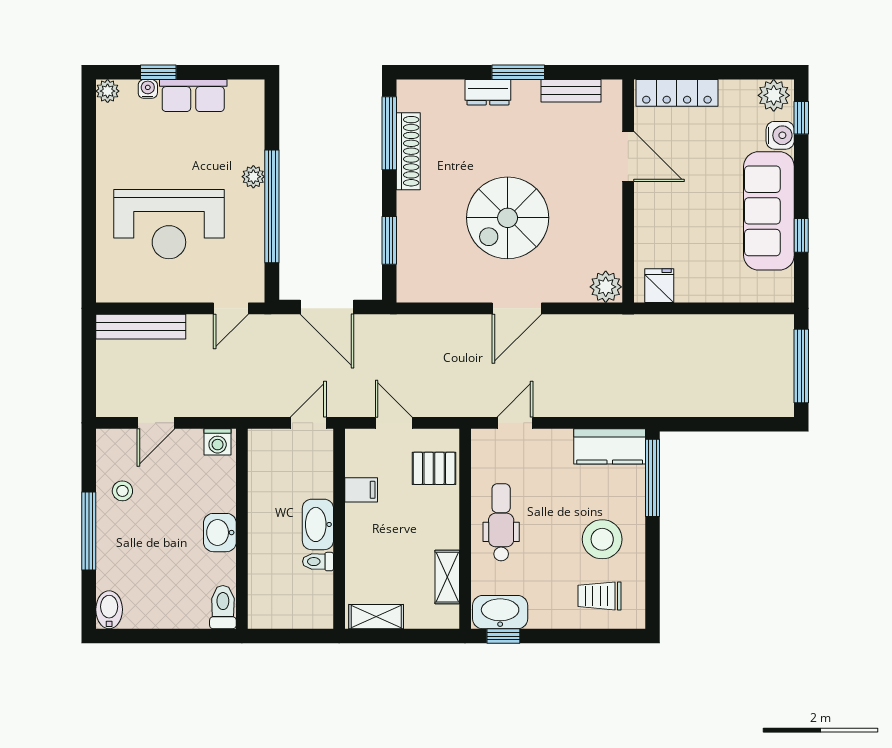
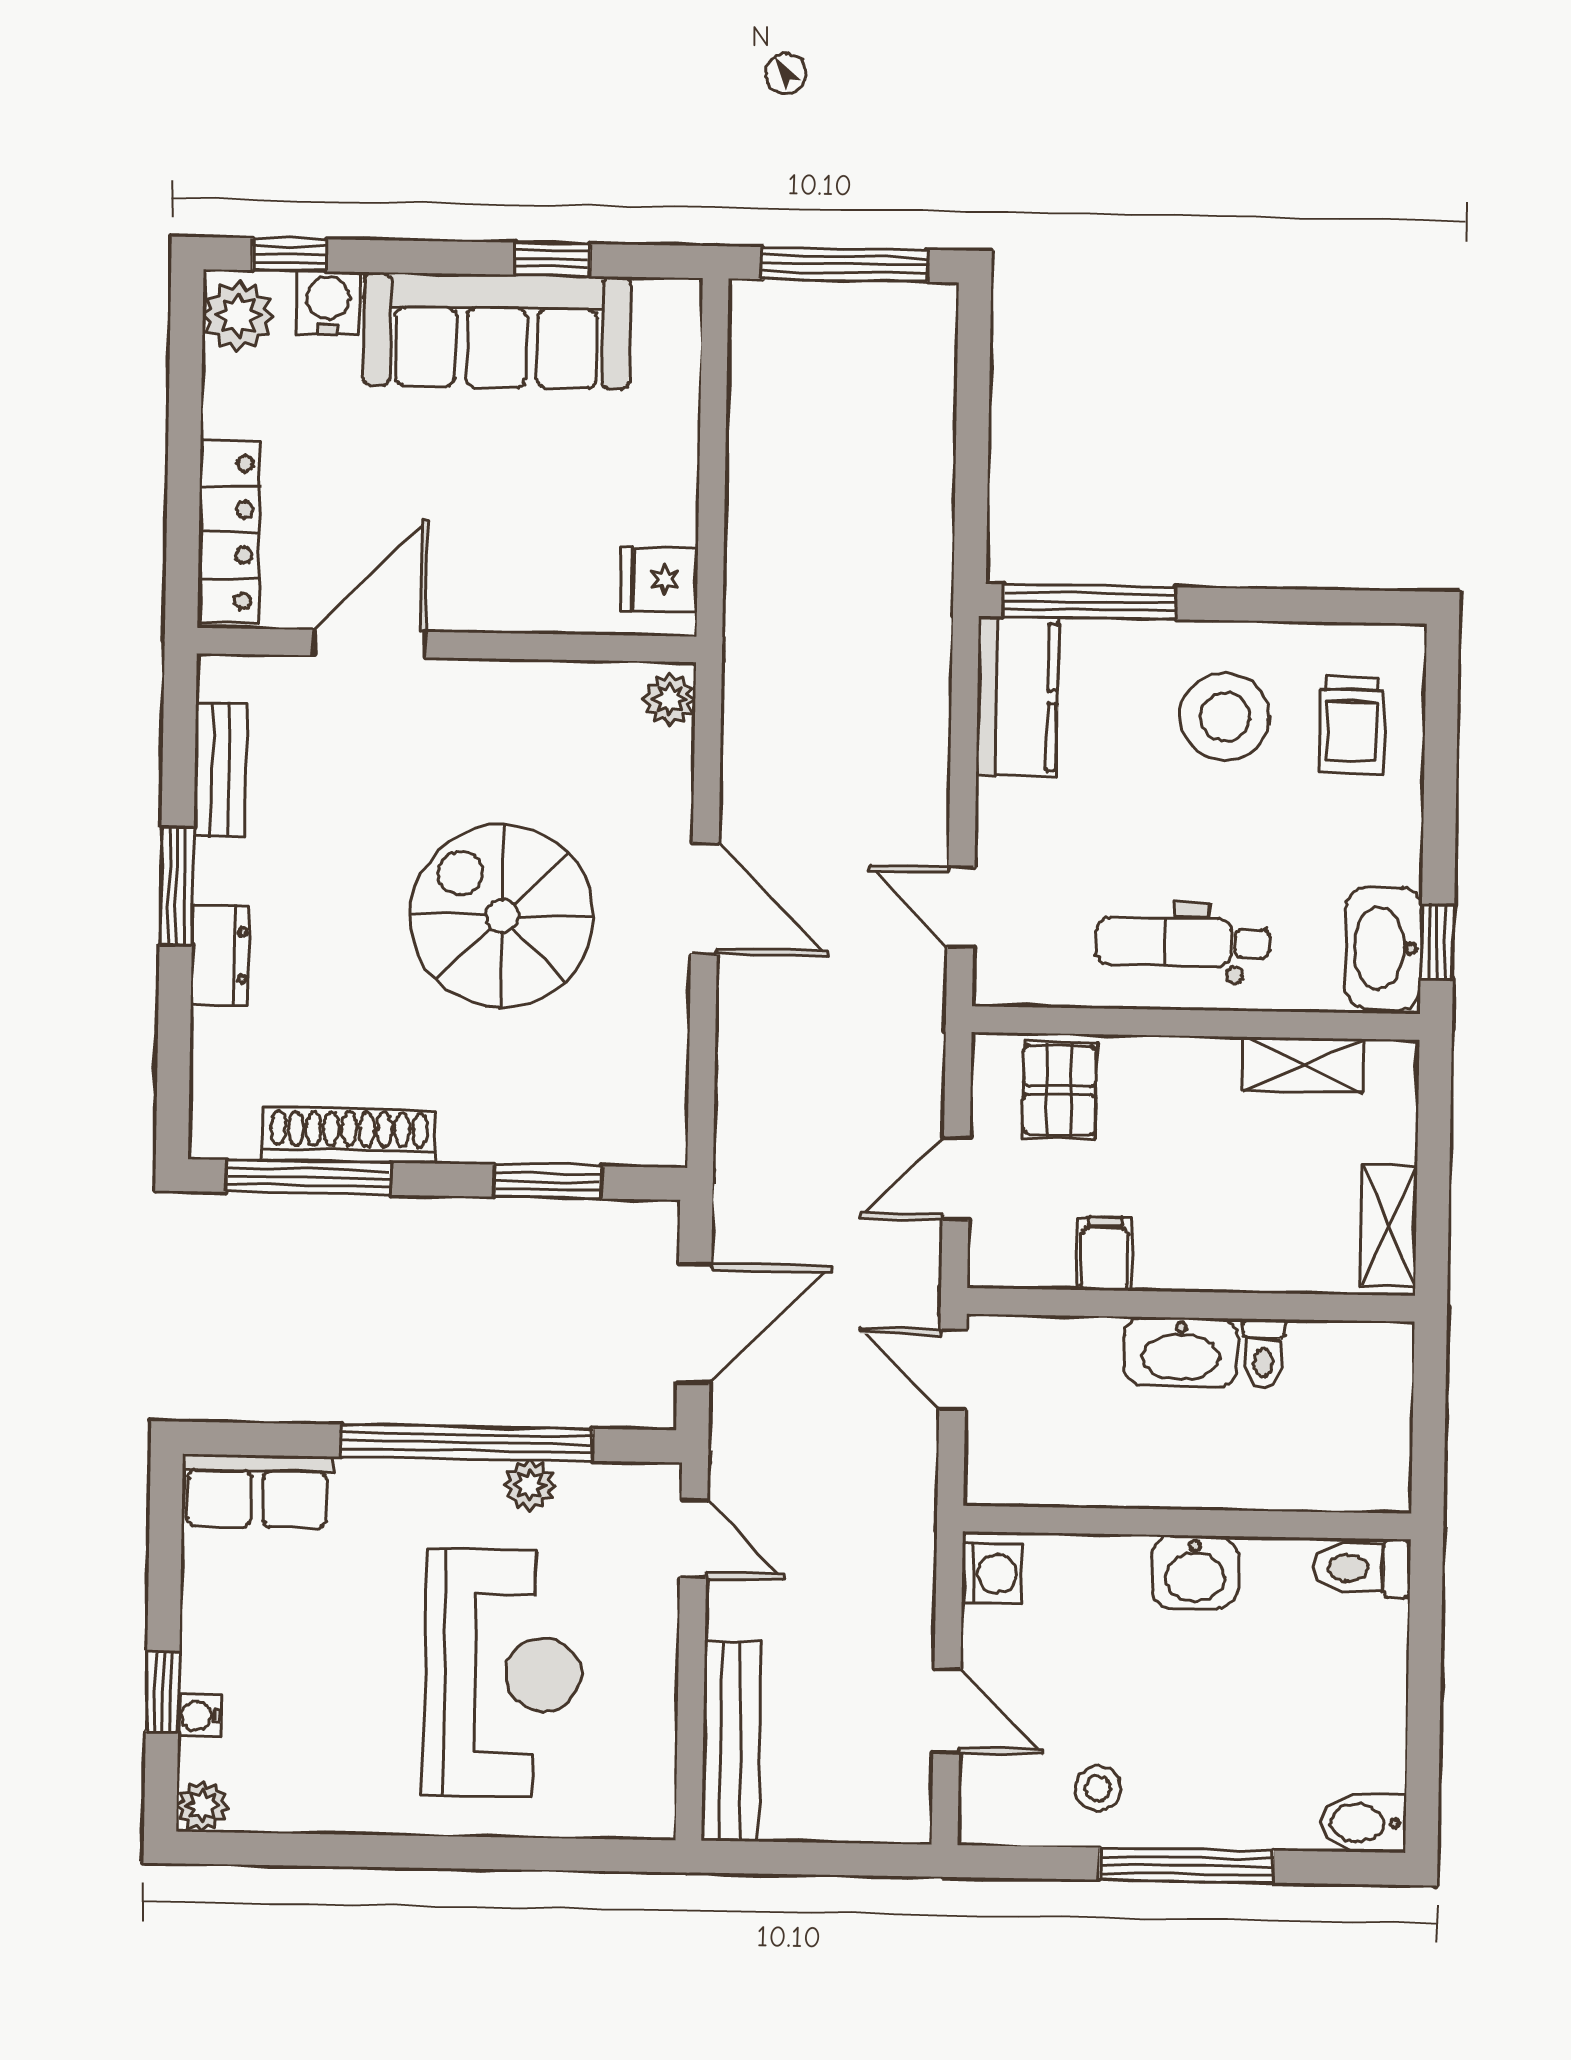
row of seats: (193, 95) -> (257, 1491), moved, turned 90
plant: (253, 177) -> (530, 1485), moved
spiral stairs: (508, 218) -> (502, 916), turned 180
plant: (606, 287) -> (670, 699), width x0.73, depth x0.73

